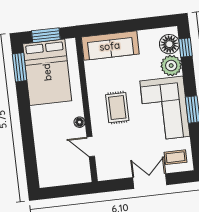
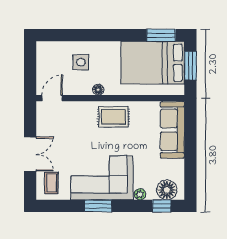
plant: (171, 66) -> (140, 194), width x0.53, depth x0.53
rug: (117, 108) -> (113, 117), moved
side table: (55, 142) -> (81, 62), added
door: (91, 147) -> (52, 98), moved

